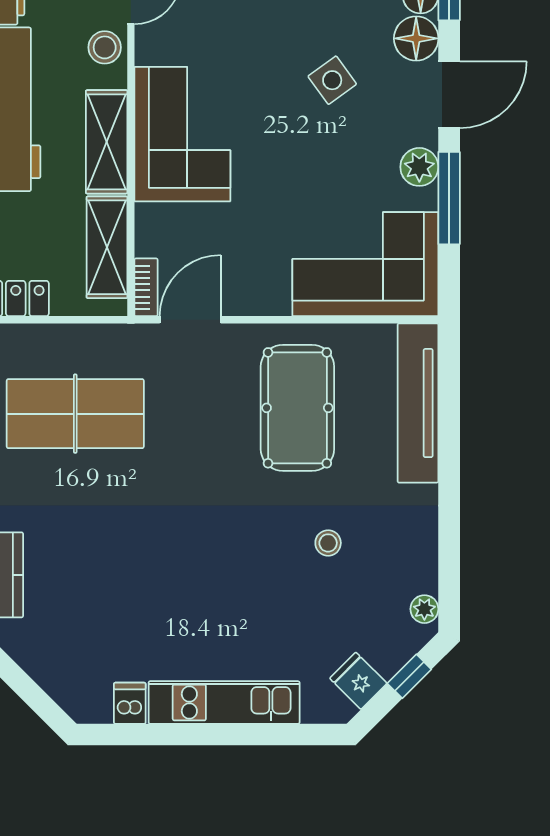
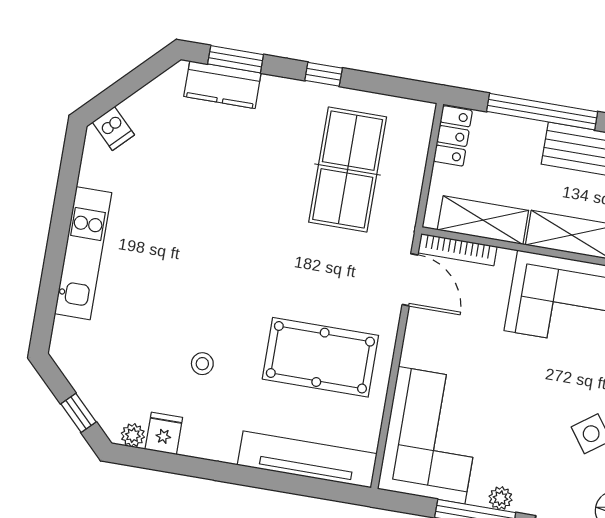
plant: (419, 167) -> (501, 498), width x0.73, depth x0.73
bookcase: (146, 287) -> (457, 250), width x1.56
fridge: (358, 681) -> (164, 433), moved, turned -45
dishwasher: (130, 703) -> (113, 128), moved, turned 45

